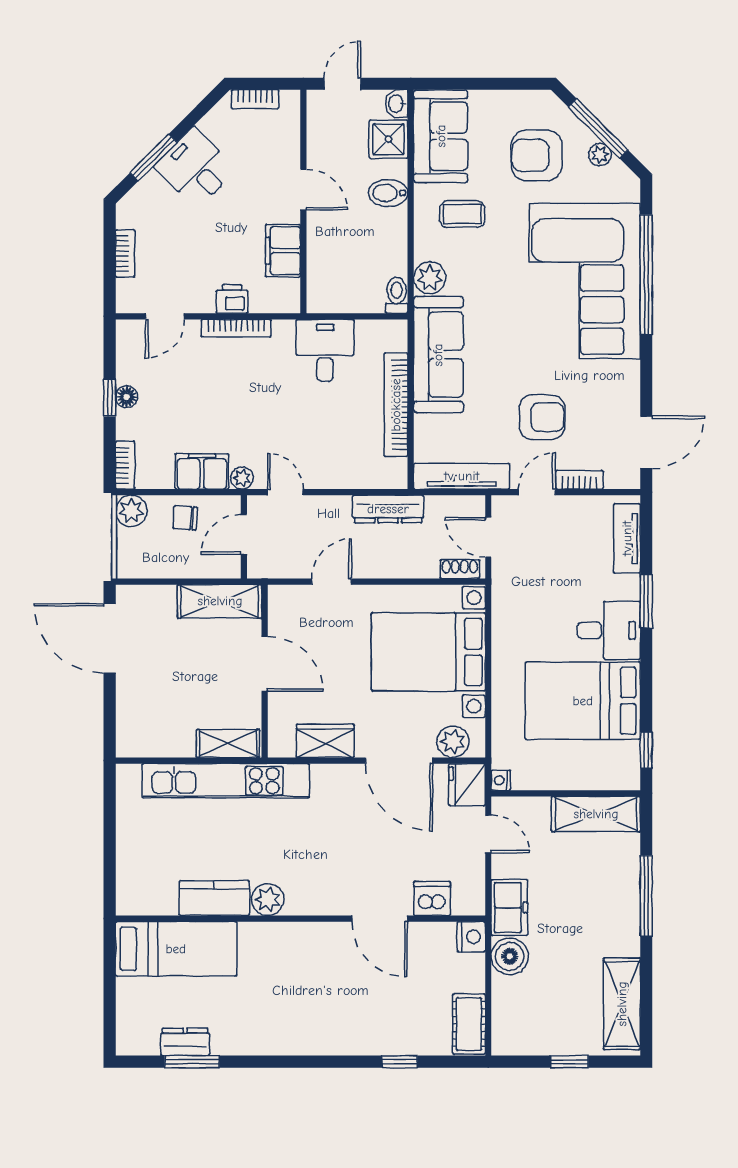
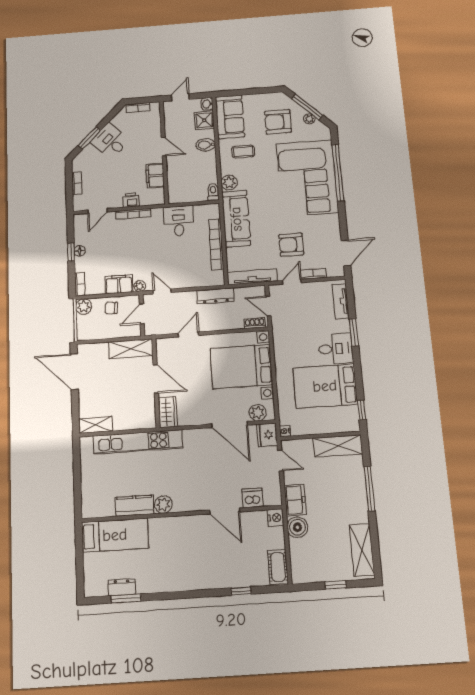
armchair: (542, 417) -> (291, 245), turned 180
wardrobe: (325, 741) -> (168, 412), moved, turned 90
shelving: (228, 743) -> (95, 425), moved

